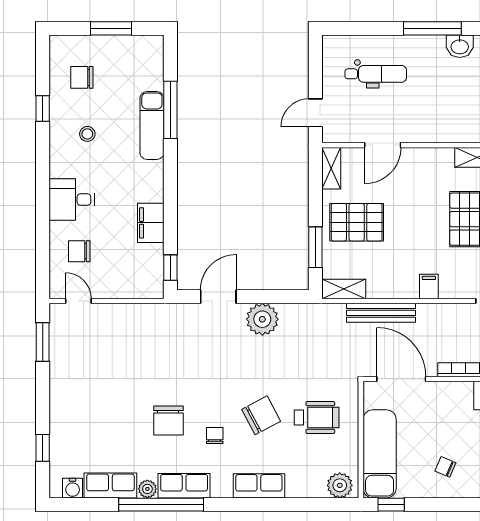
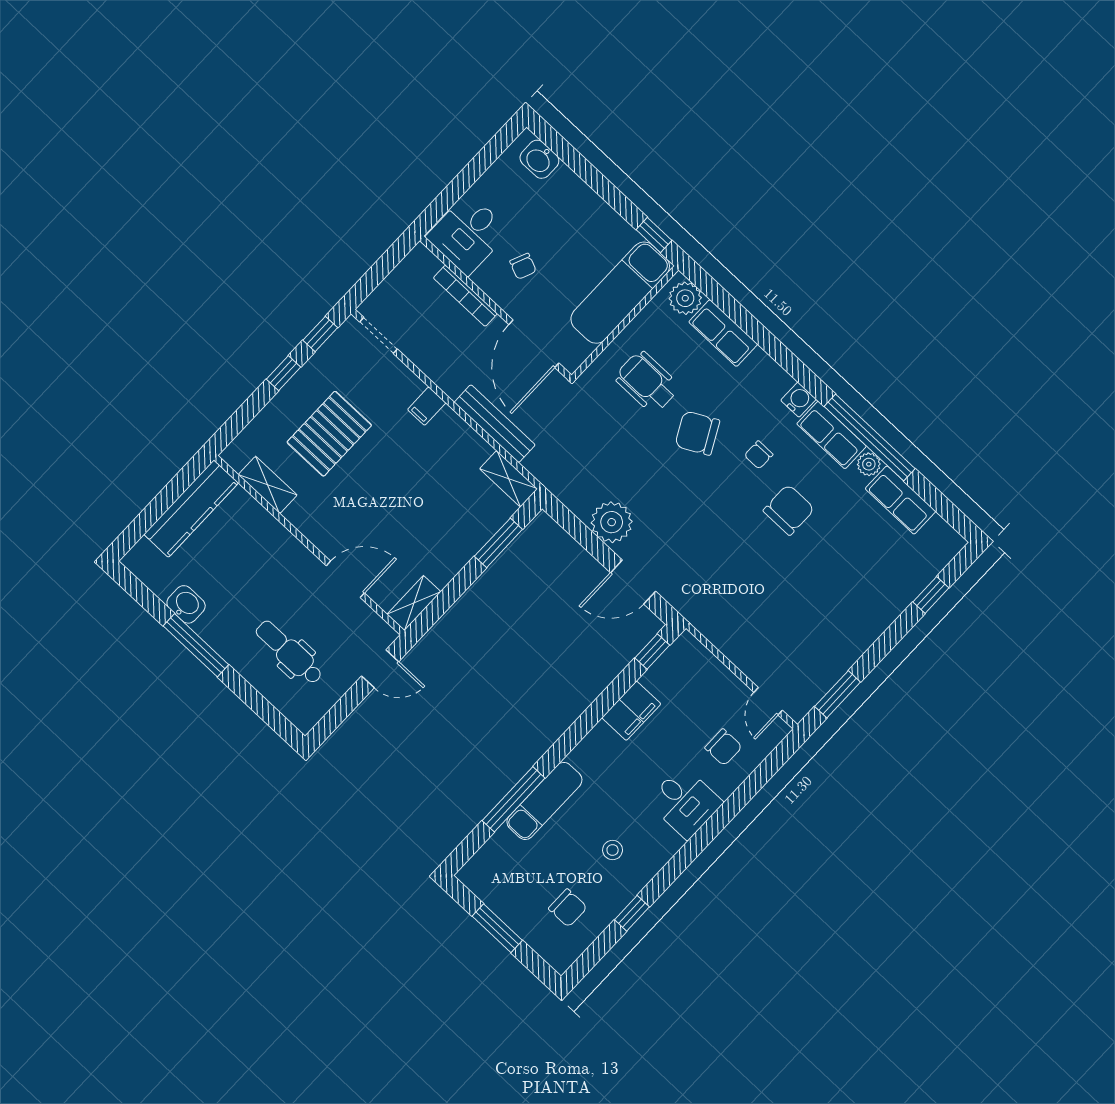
pallet: (357, 222) -> (438, 530), removed
chair: (445, 467) -> (523, 266), moved
row of seats: (259, 486) -> (723, 333), moved
water cooler: (73, 488) -> (798, 400), moved

